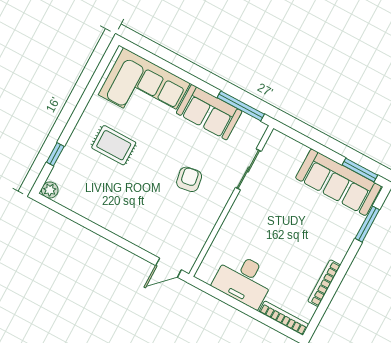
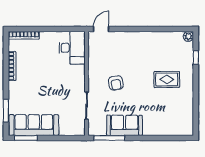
corner sofa: (144, 89) -> (167, 119), removed
desk: (244, 280) -> (72, 48), moved, turned 90

